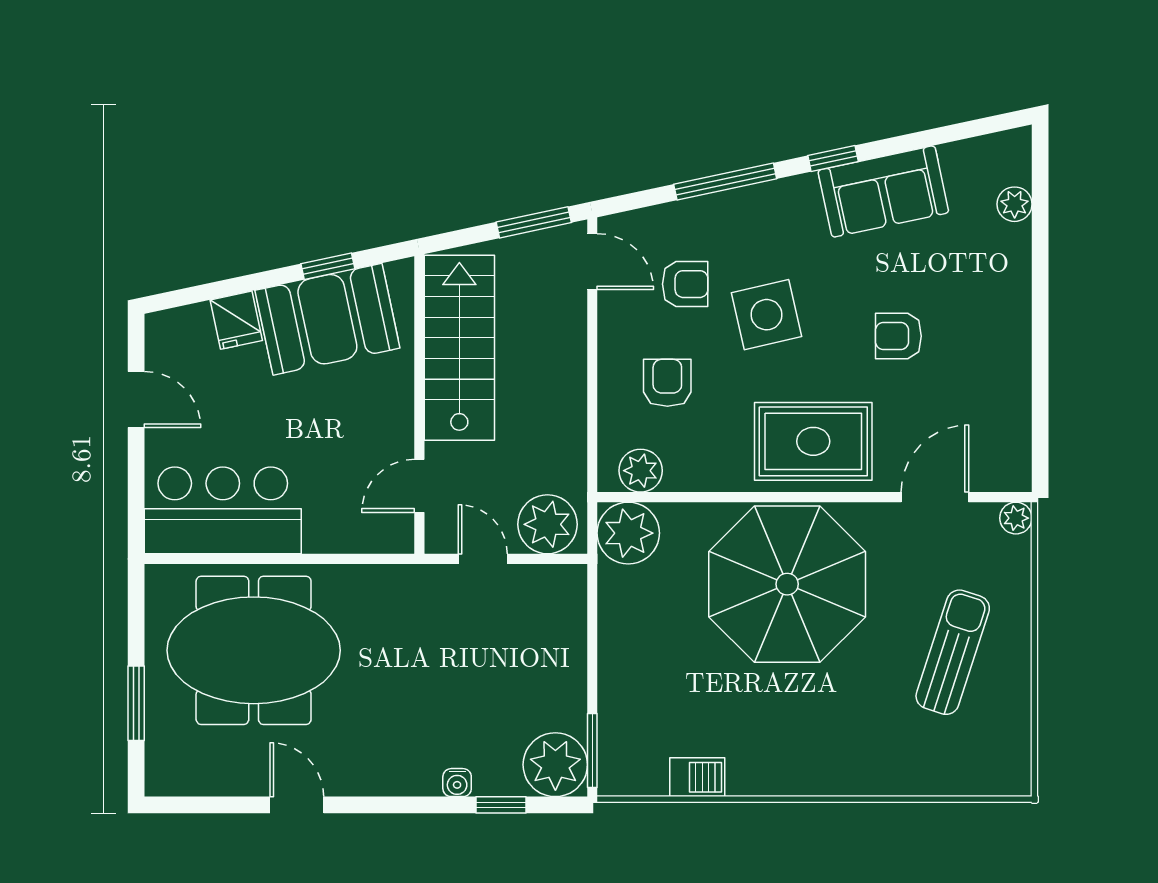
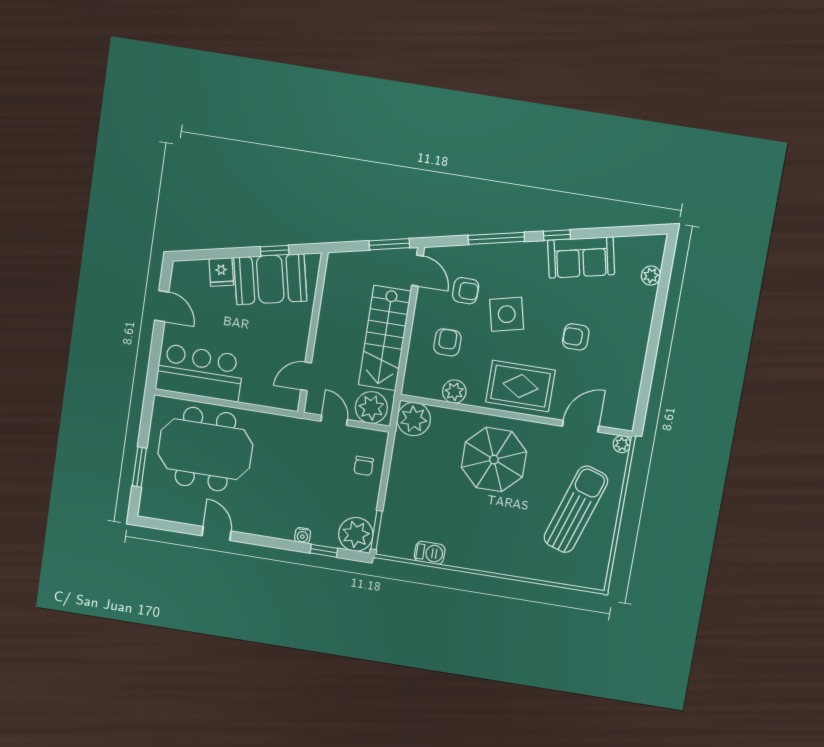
stairs: (459, 348) -> (385, 338), moved, turned 180
plant: (641, 471) -> (454, 392), moved
parasol: (787, 584) -> (494, 460), width x0.73, depth x0.73
chair: (550, 634) -> (364, 466), added
sun lounger: (953, 652) -> (576, 509), width x1.36, depth x1.34

